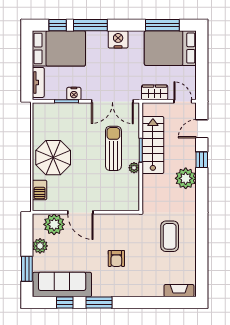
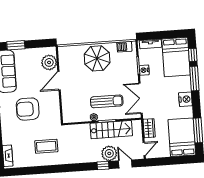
plant: (186, 178) -> (109, 153), moved
barbecue: (40, 190) -> (124, 47), moved
plant: (40, 246) -> (33, 53), removed
armchair: (116, 258) -> (28, 109), width x1.88, depth x1.88

